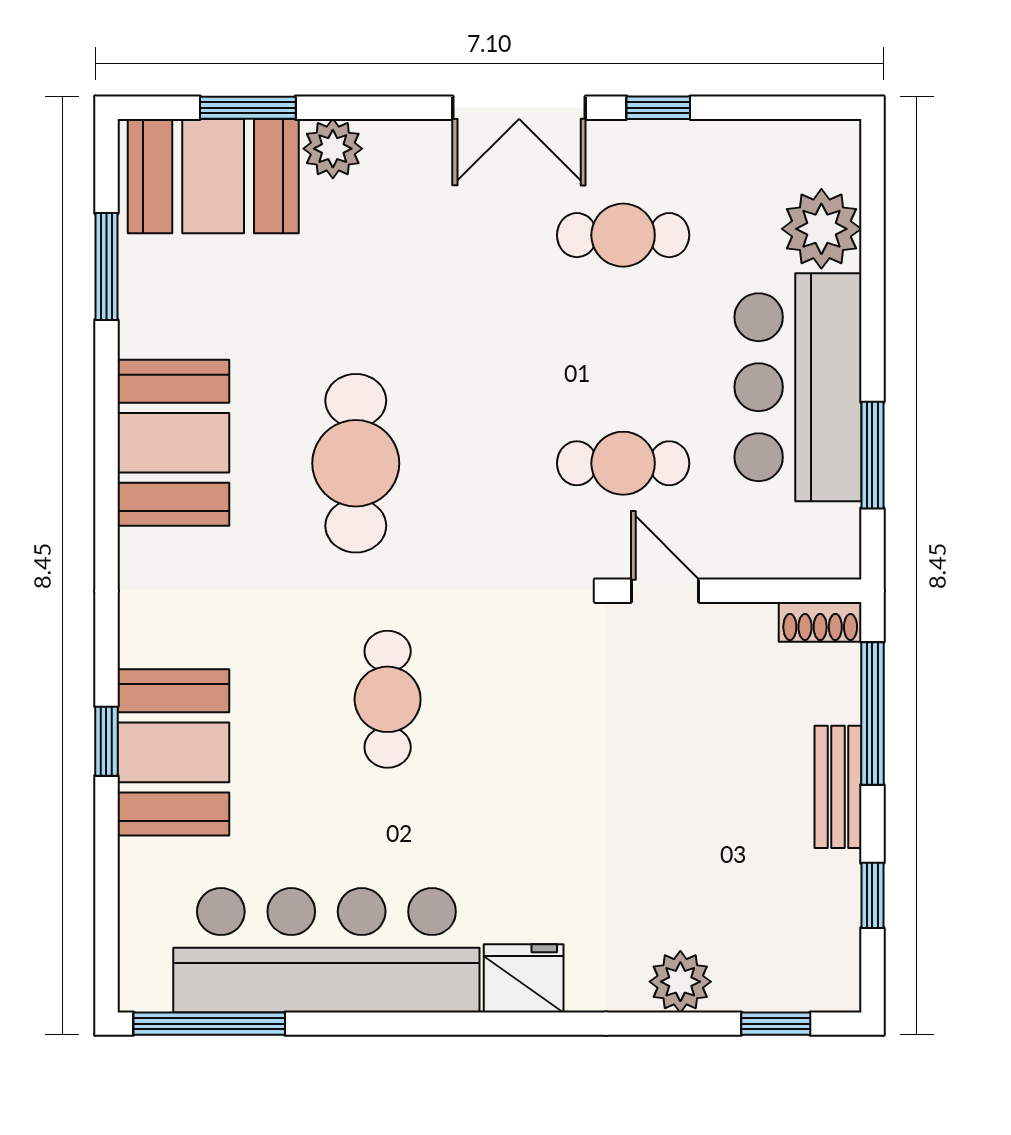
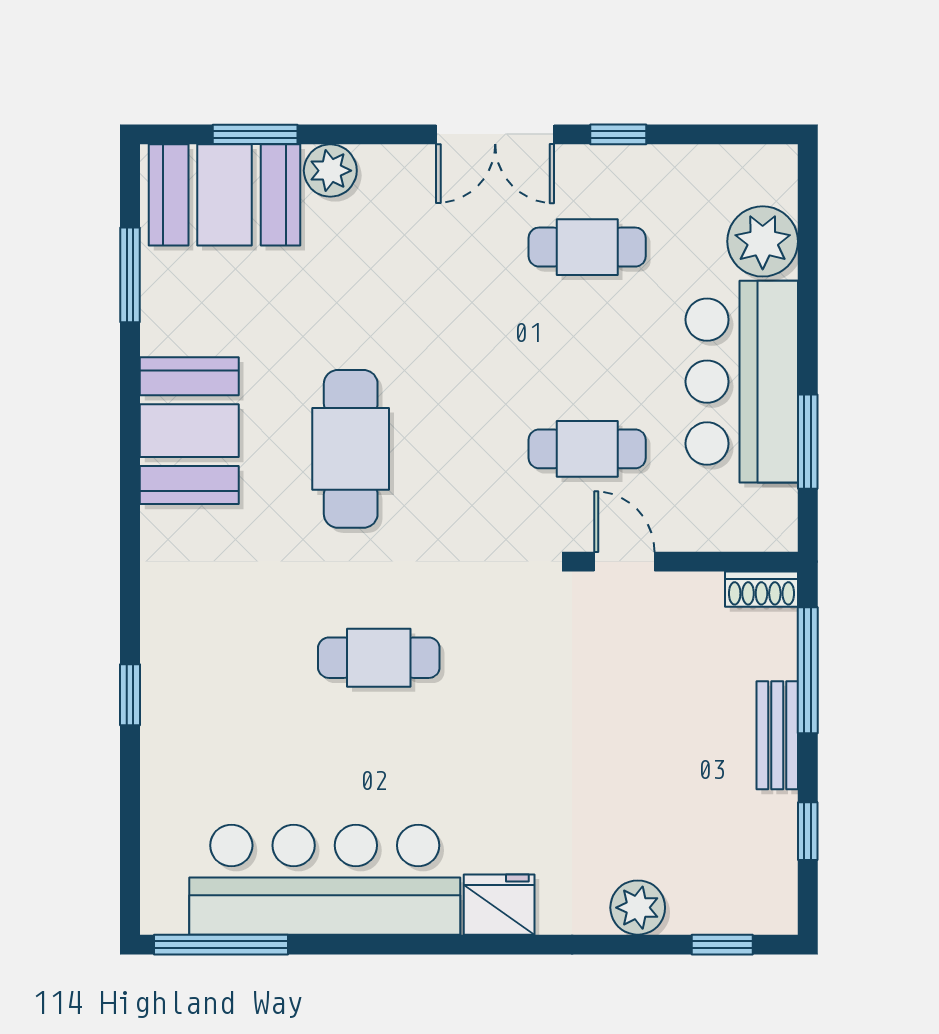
cafe table: (388, 699) -> (379, 658), turned 90
booth: (173, 752) -> (189, 705), removed

